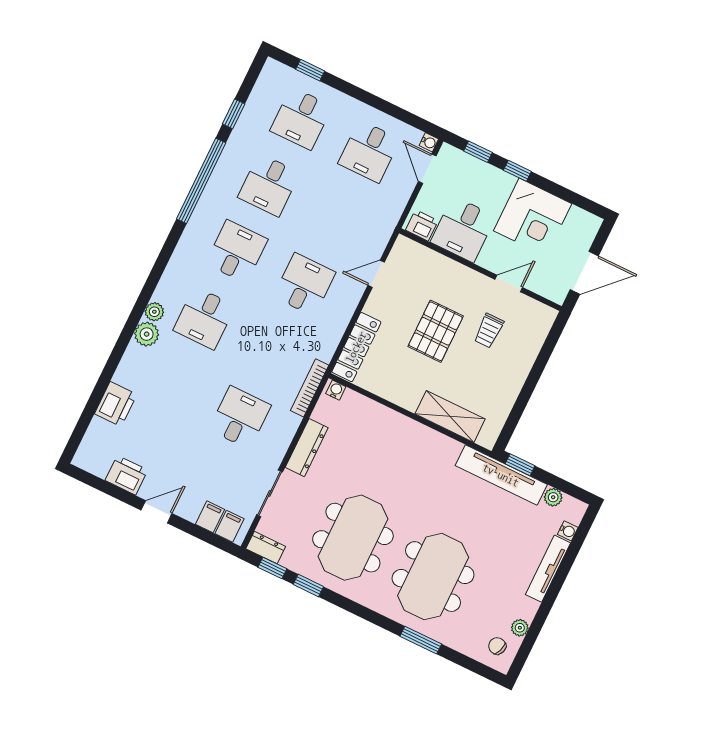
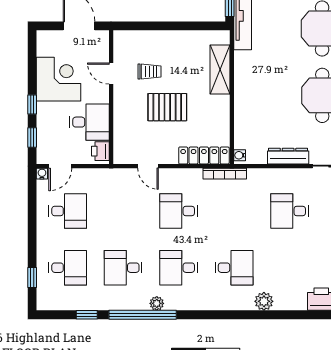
desk: (269, 185) -> (123, 268), turned 180
plant: (154, 312) -> (157, 303), moved
bookcase: (310, 388) -> (225, 174), moved

